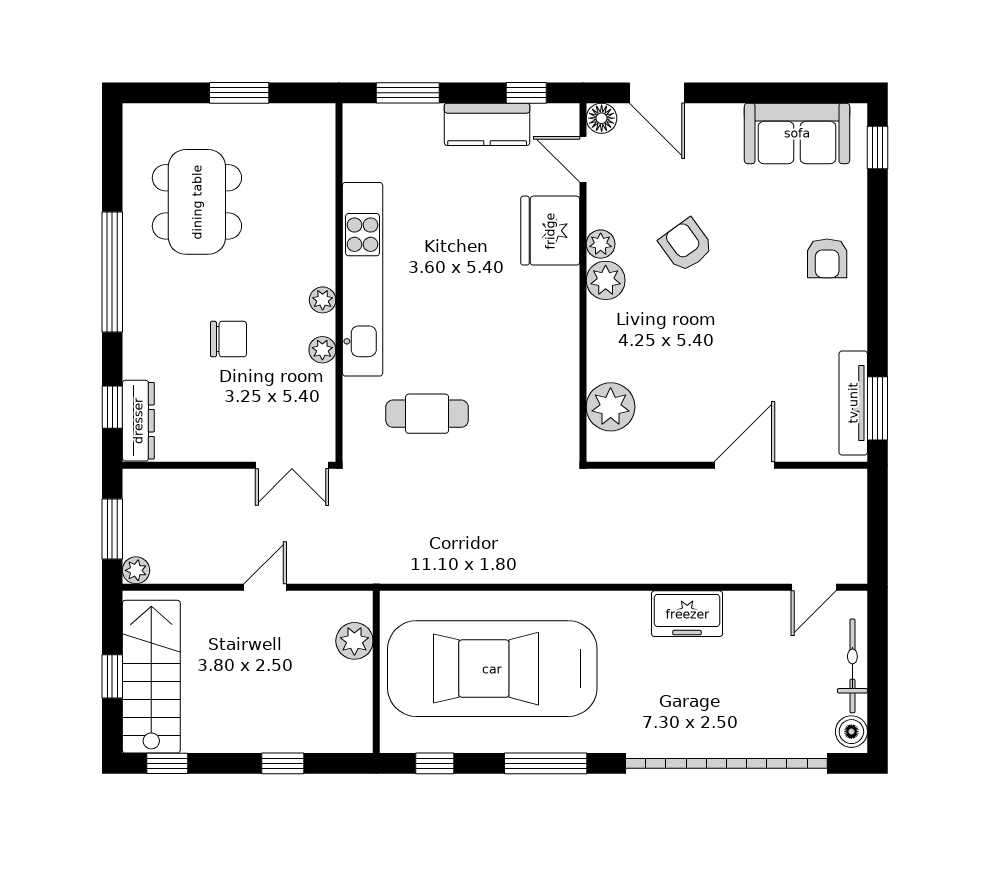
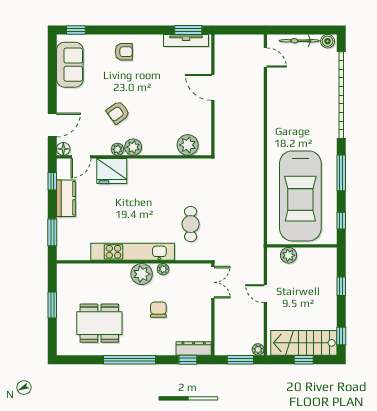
plant: (323, 300) -> (142, 274), width x1.88, depth x1.88
freezer: (687, 614) -> (277, 112), removed

